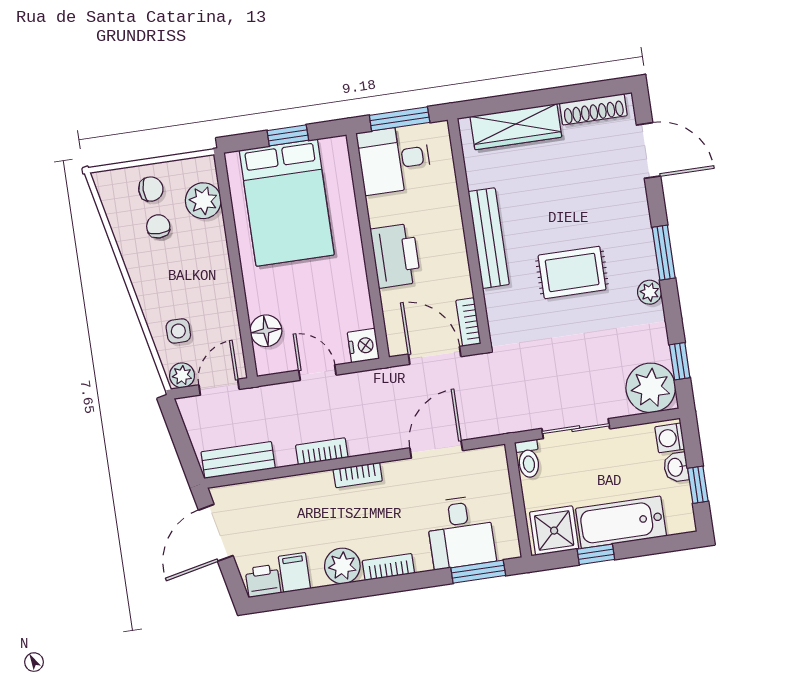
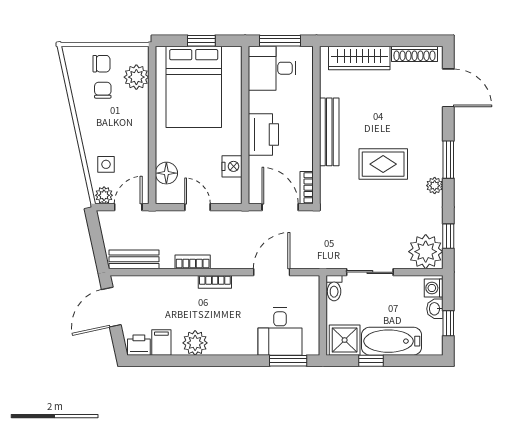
nightstand: (363, 346) -> (232, 166), moved
bookcase: (388, 567) -> (227, 348), removed

